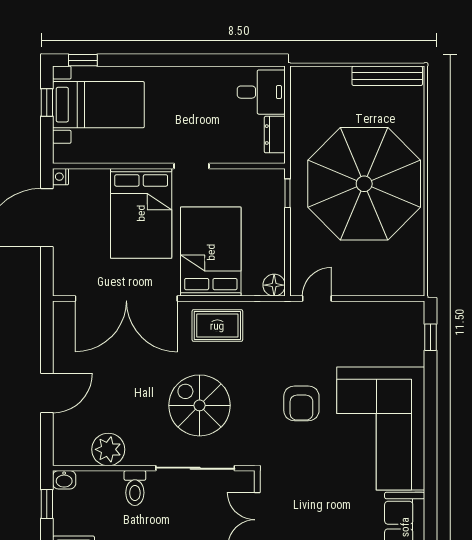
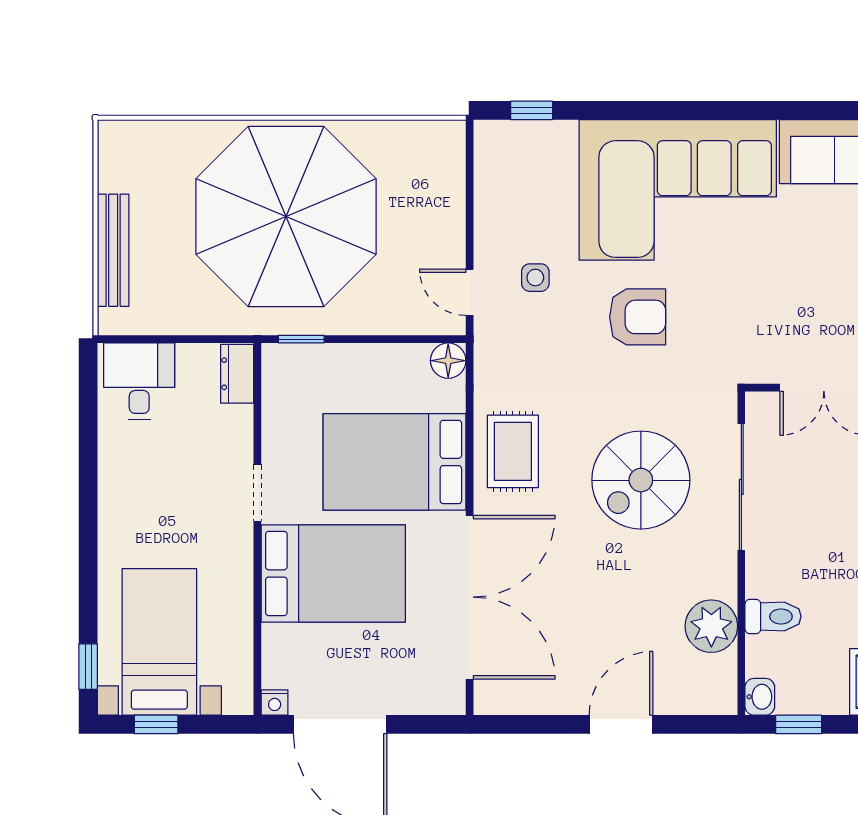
bench: (387, 76) -> (113, 250), moved
dresser: (275, 135) -> (237, 374), moved, turned 90
side table: (326, 340) -> (535, 278), added
door: (47, 393) -> (621, 724), hinge flipped
toilet: (135, 488) -> (773, 616), moved

